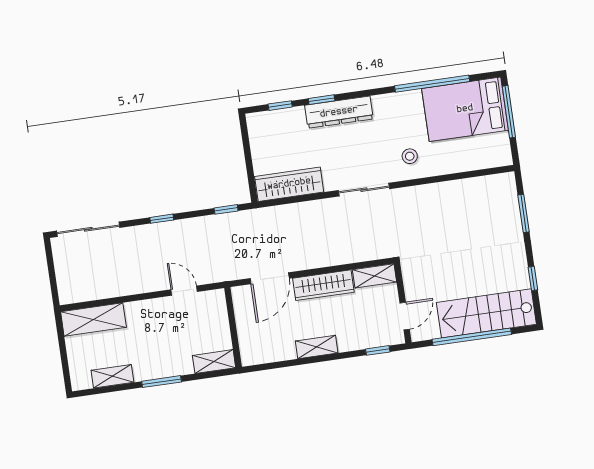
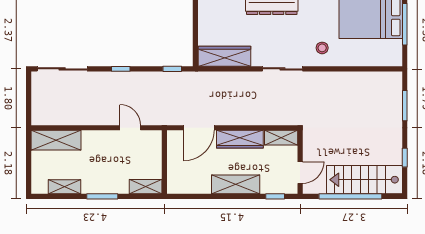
shelving: (317, 347) -> (236, 184), width x1.50, depth x1.33

